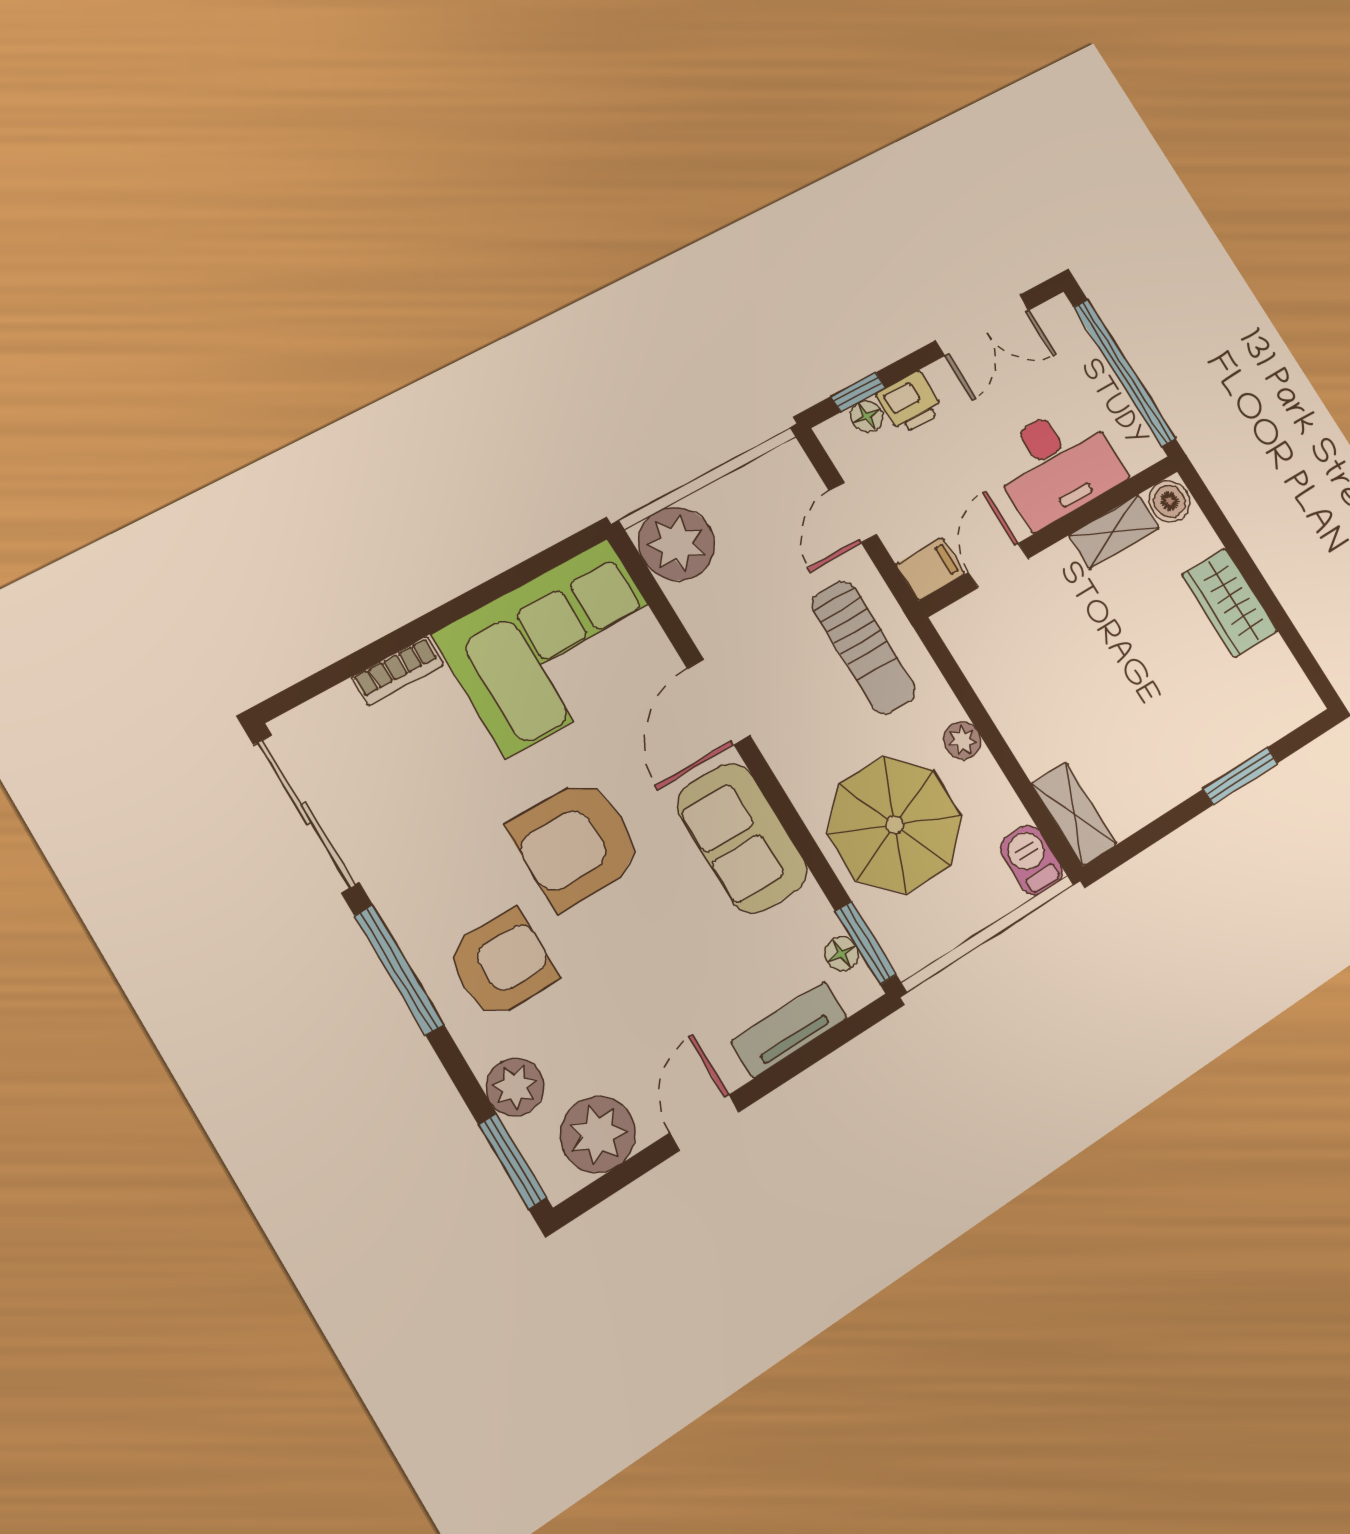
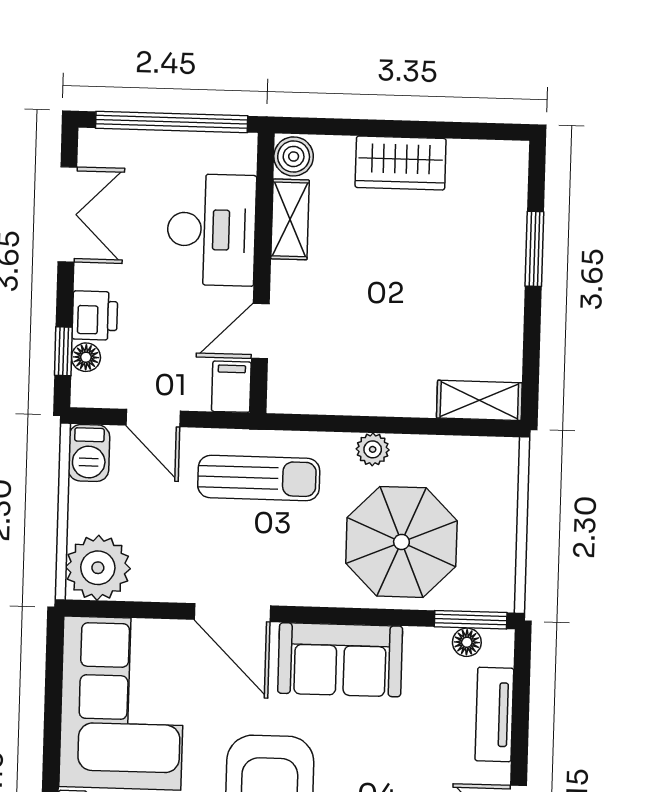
door: (998, 565) -> (260, 331), hinge flipped
barbecue: (1031, 860) -> (89, 453), moved, turned -90

